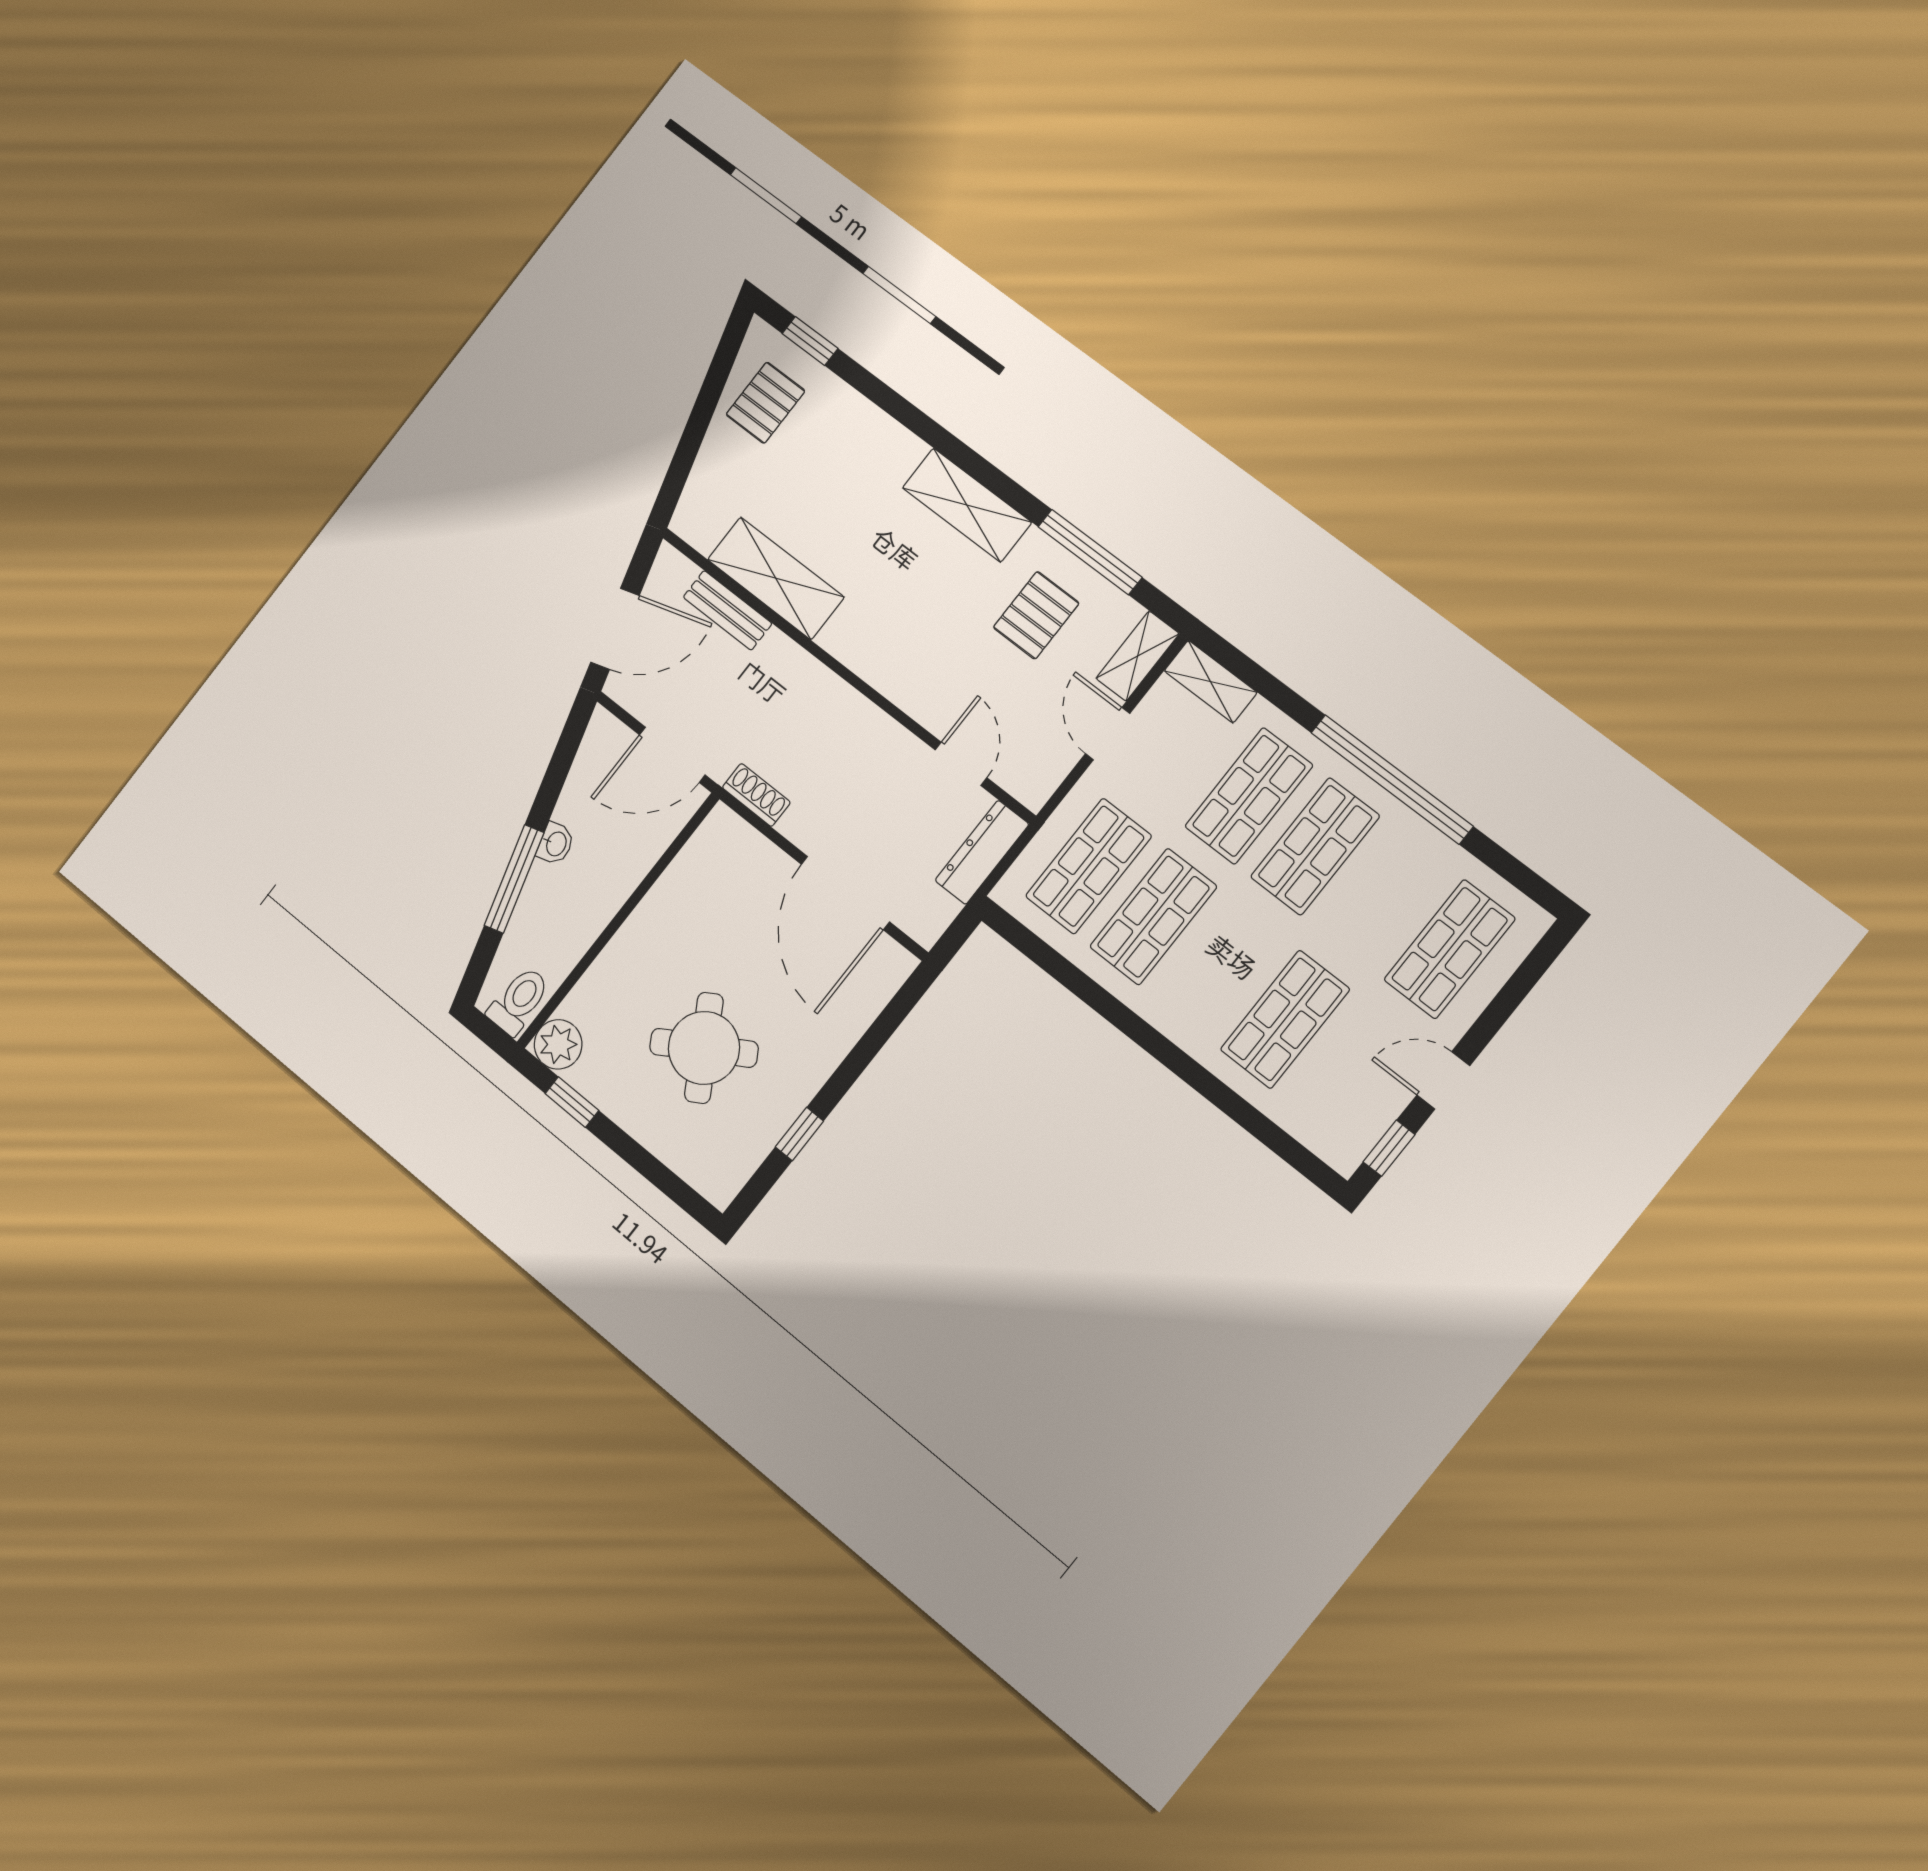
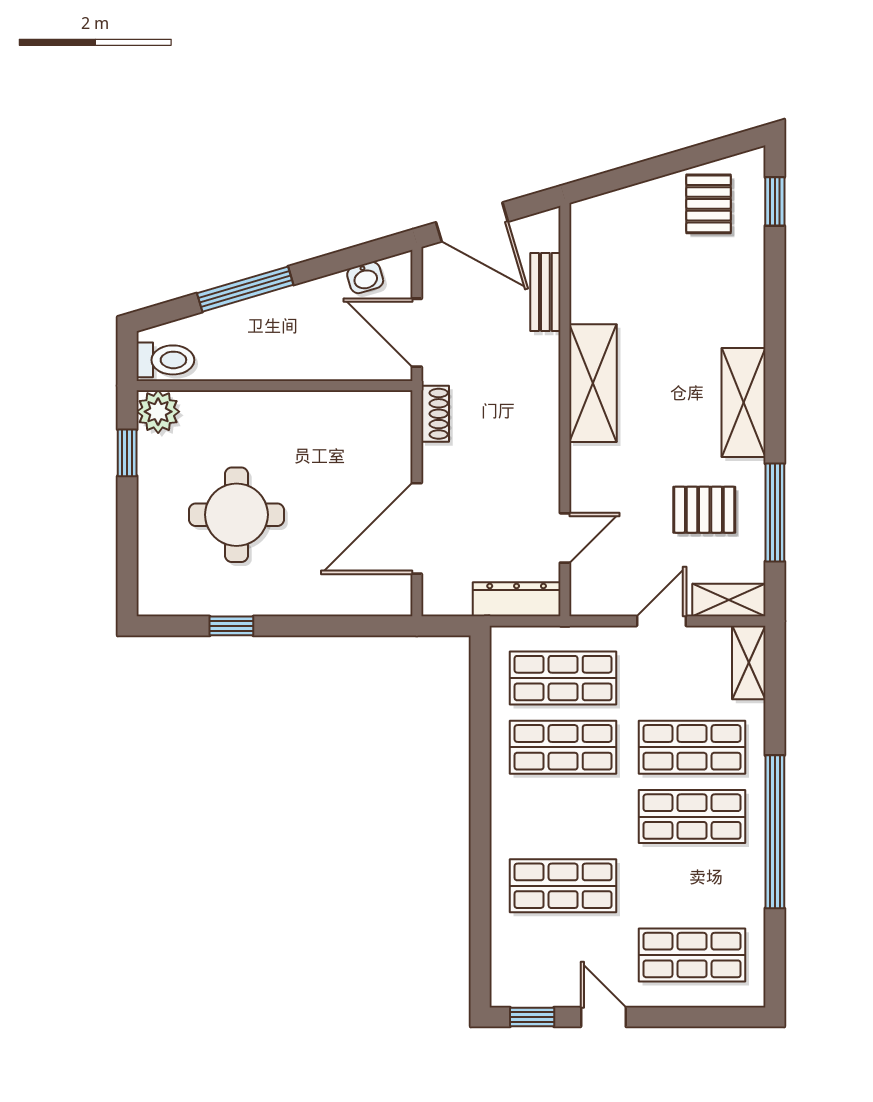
pallet: (765, 403) -> (709, 204), turned 90
shelving: (776, 578) -> (593, 383), moved
washbasin: (556, 844) -> (365, 278), moved
round table: (704, 1048) -> (236, 515), turned 31

